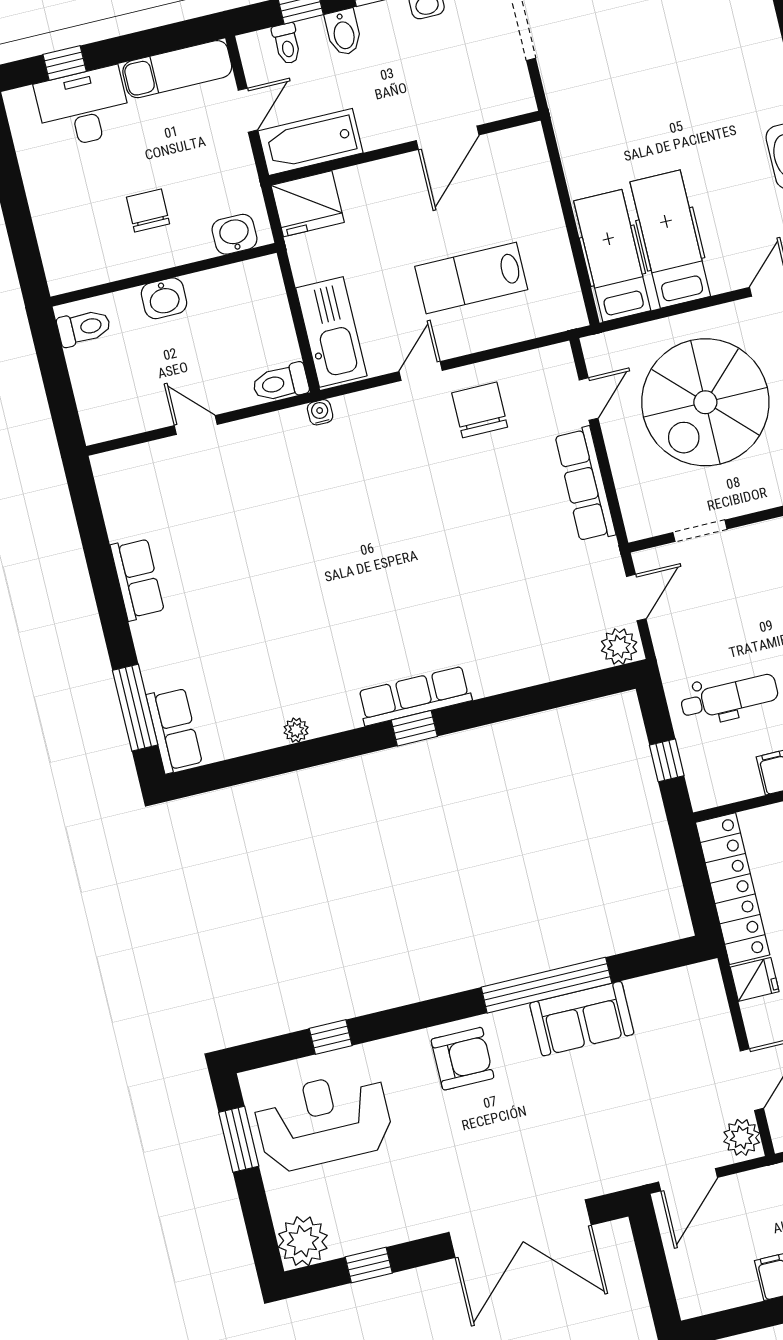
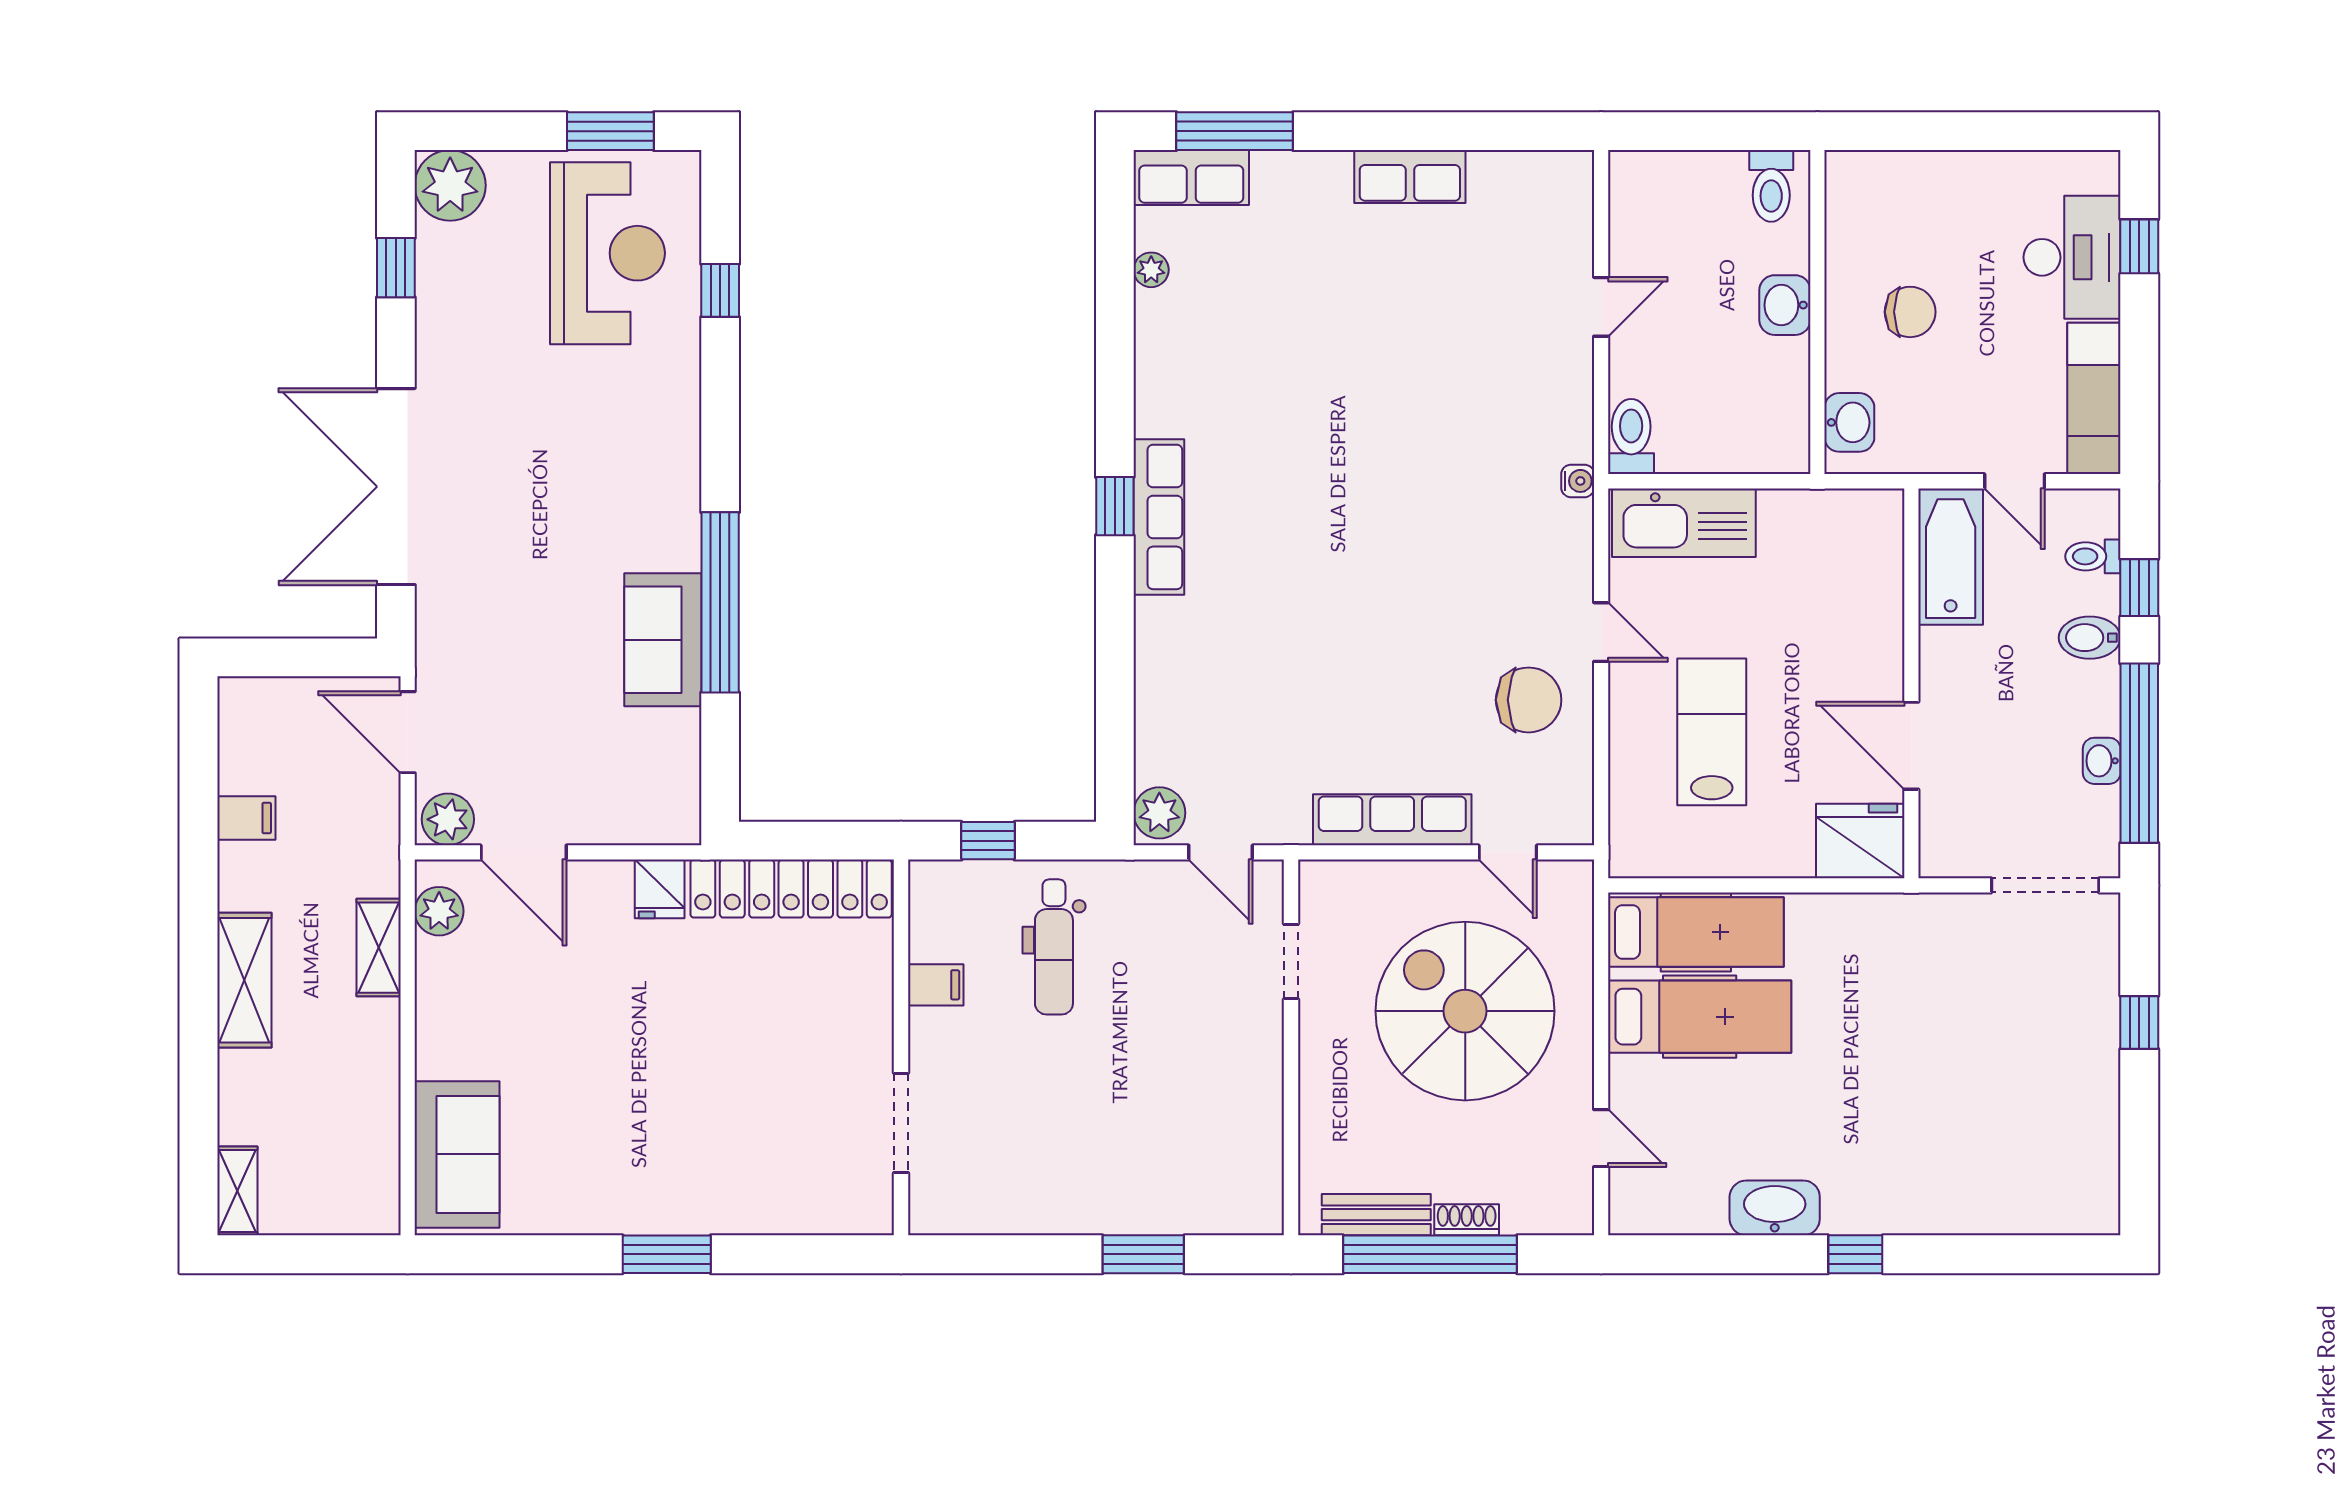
fridge: (308, 204) -> (1860, 841), moved, turned 90
plant: (296, 730) -> (1151, 270), moved
armchair: (462, 1059) -> (647, 464), removed

